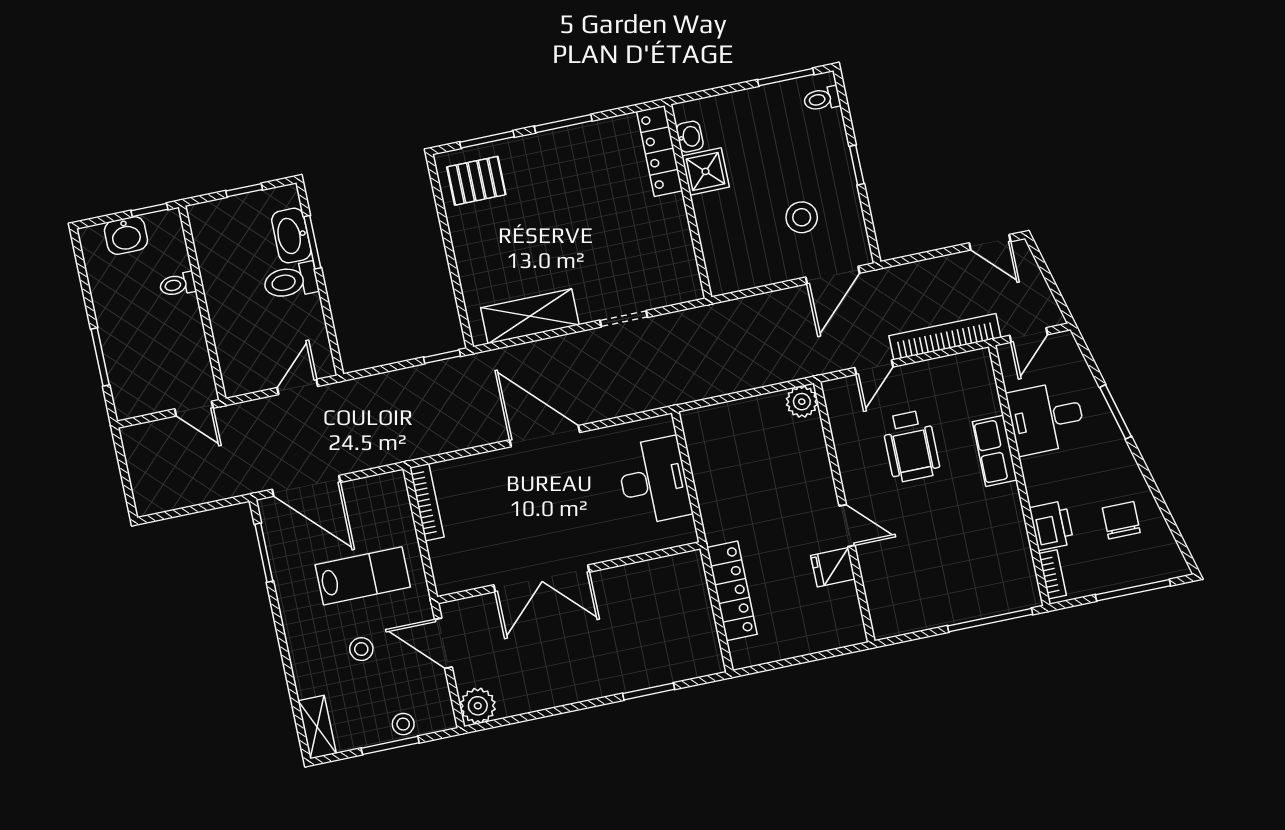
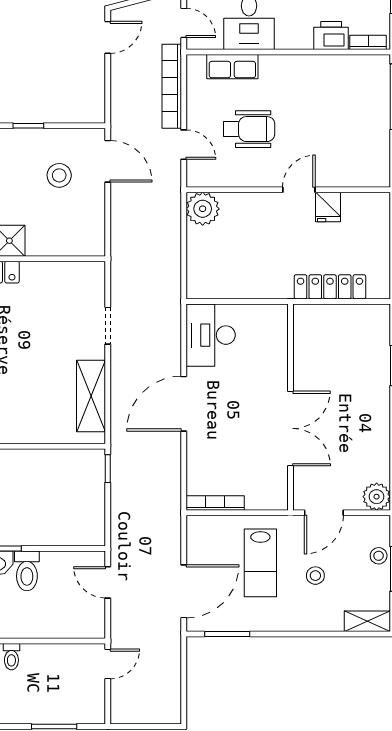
plant: (802, 402) -> (203, 209), width x1.36, depth x1.36
row of seats: (995, 451) -> (232, 67), moved
desk: (654, 481) -> (211, 335), moved, turned -90
lab bench: (363, 576) -> (260, 563), turned 180

